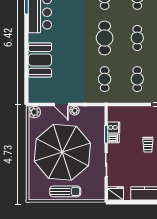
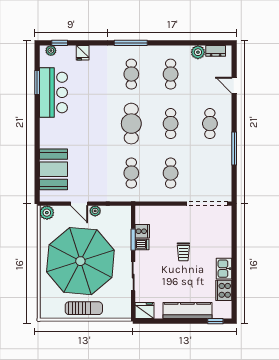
booth: (40, 60) -> (53, 169), moved

